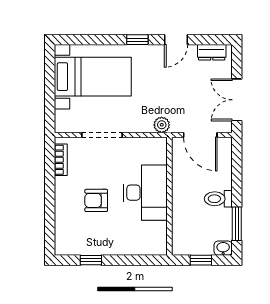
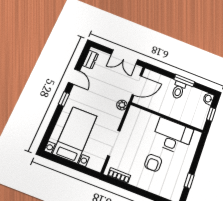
desk: (145, 193) -> (173, 136), moved
window: (237, 224) -> (184, 81), moved

